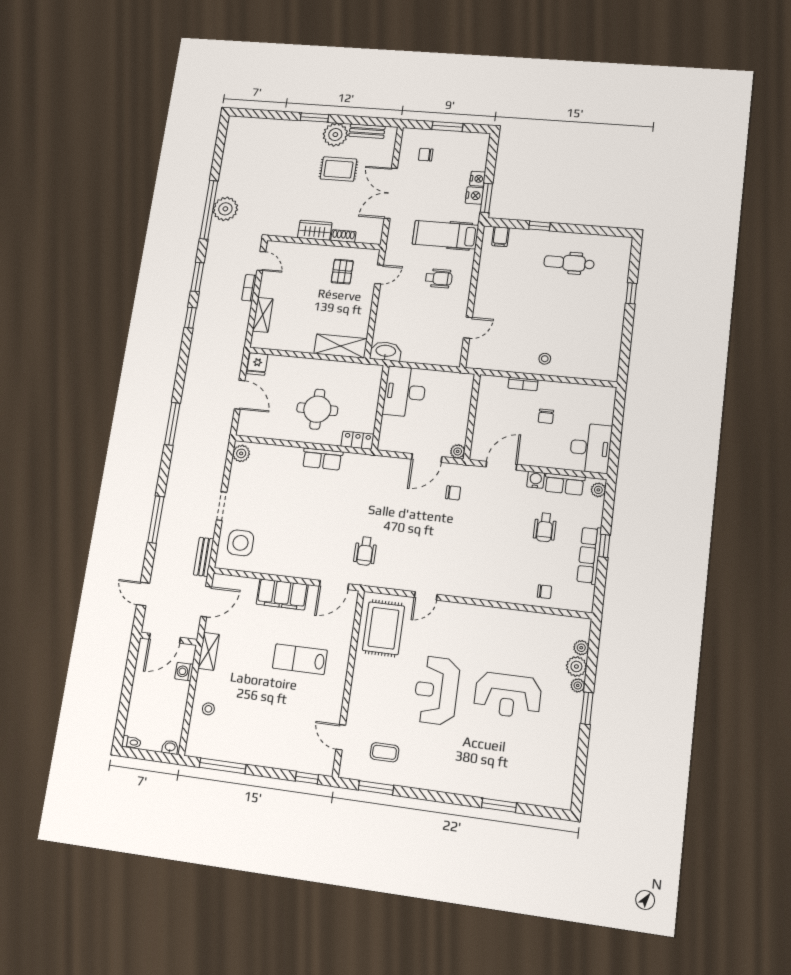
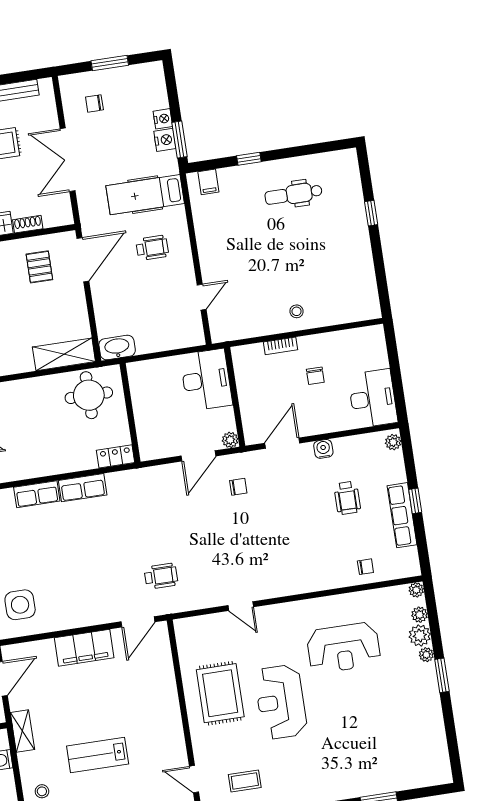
door: (379, 274) -> (83, 260), width x1.88
desk: (405, 392) -> (206, 380), moved, turned 180
round table: (317, 409) -> (89, 395), moved
row of seats: (565, 484) -> (37, 494), moved
wheelchair: (365, 551) -> (161, 576), turned -90
door: (426, 596) -> (241, 606), hinge flipped
plant: (584, 625) -> (416, 590), added
rug: (383, 628) -> (220, 693), moved
lab bench: (300, 659) -> (98, 755), moved
reception desk: (508, 695) -> (344, 648), moved

